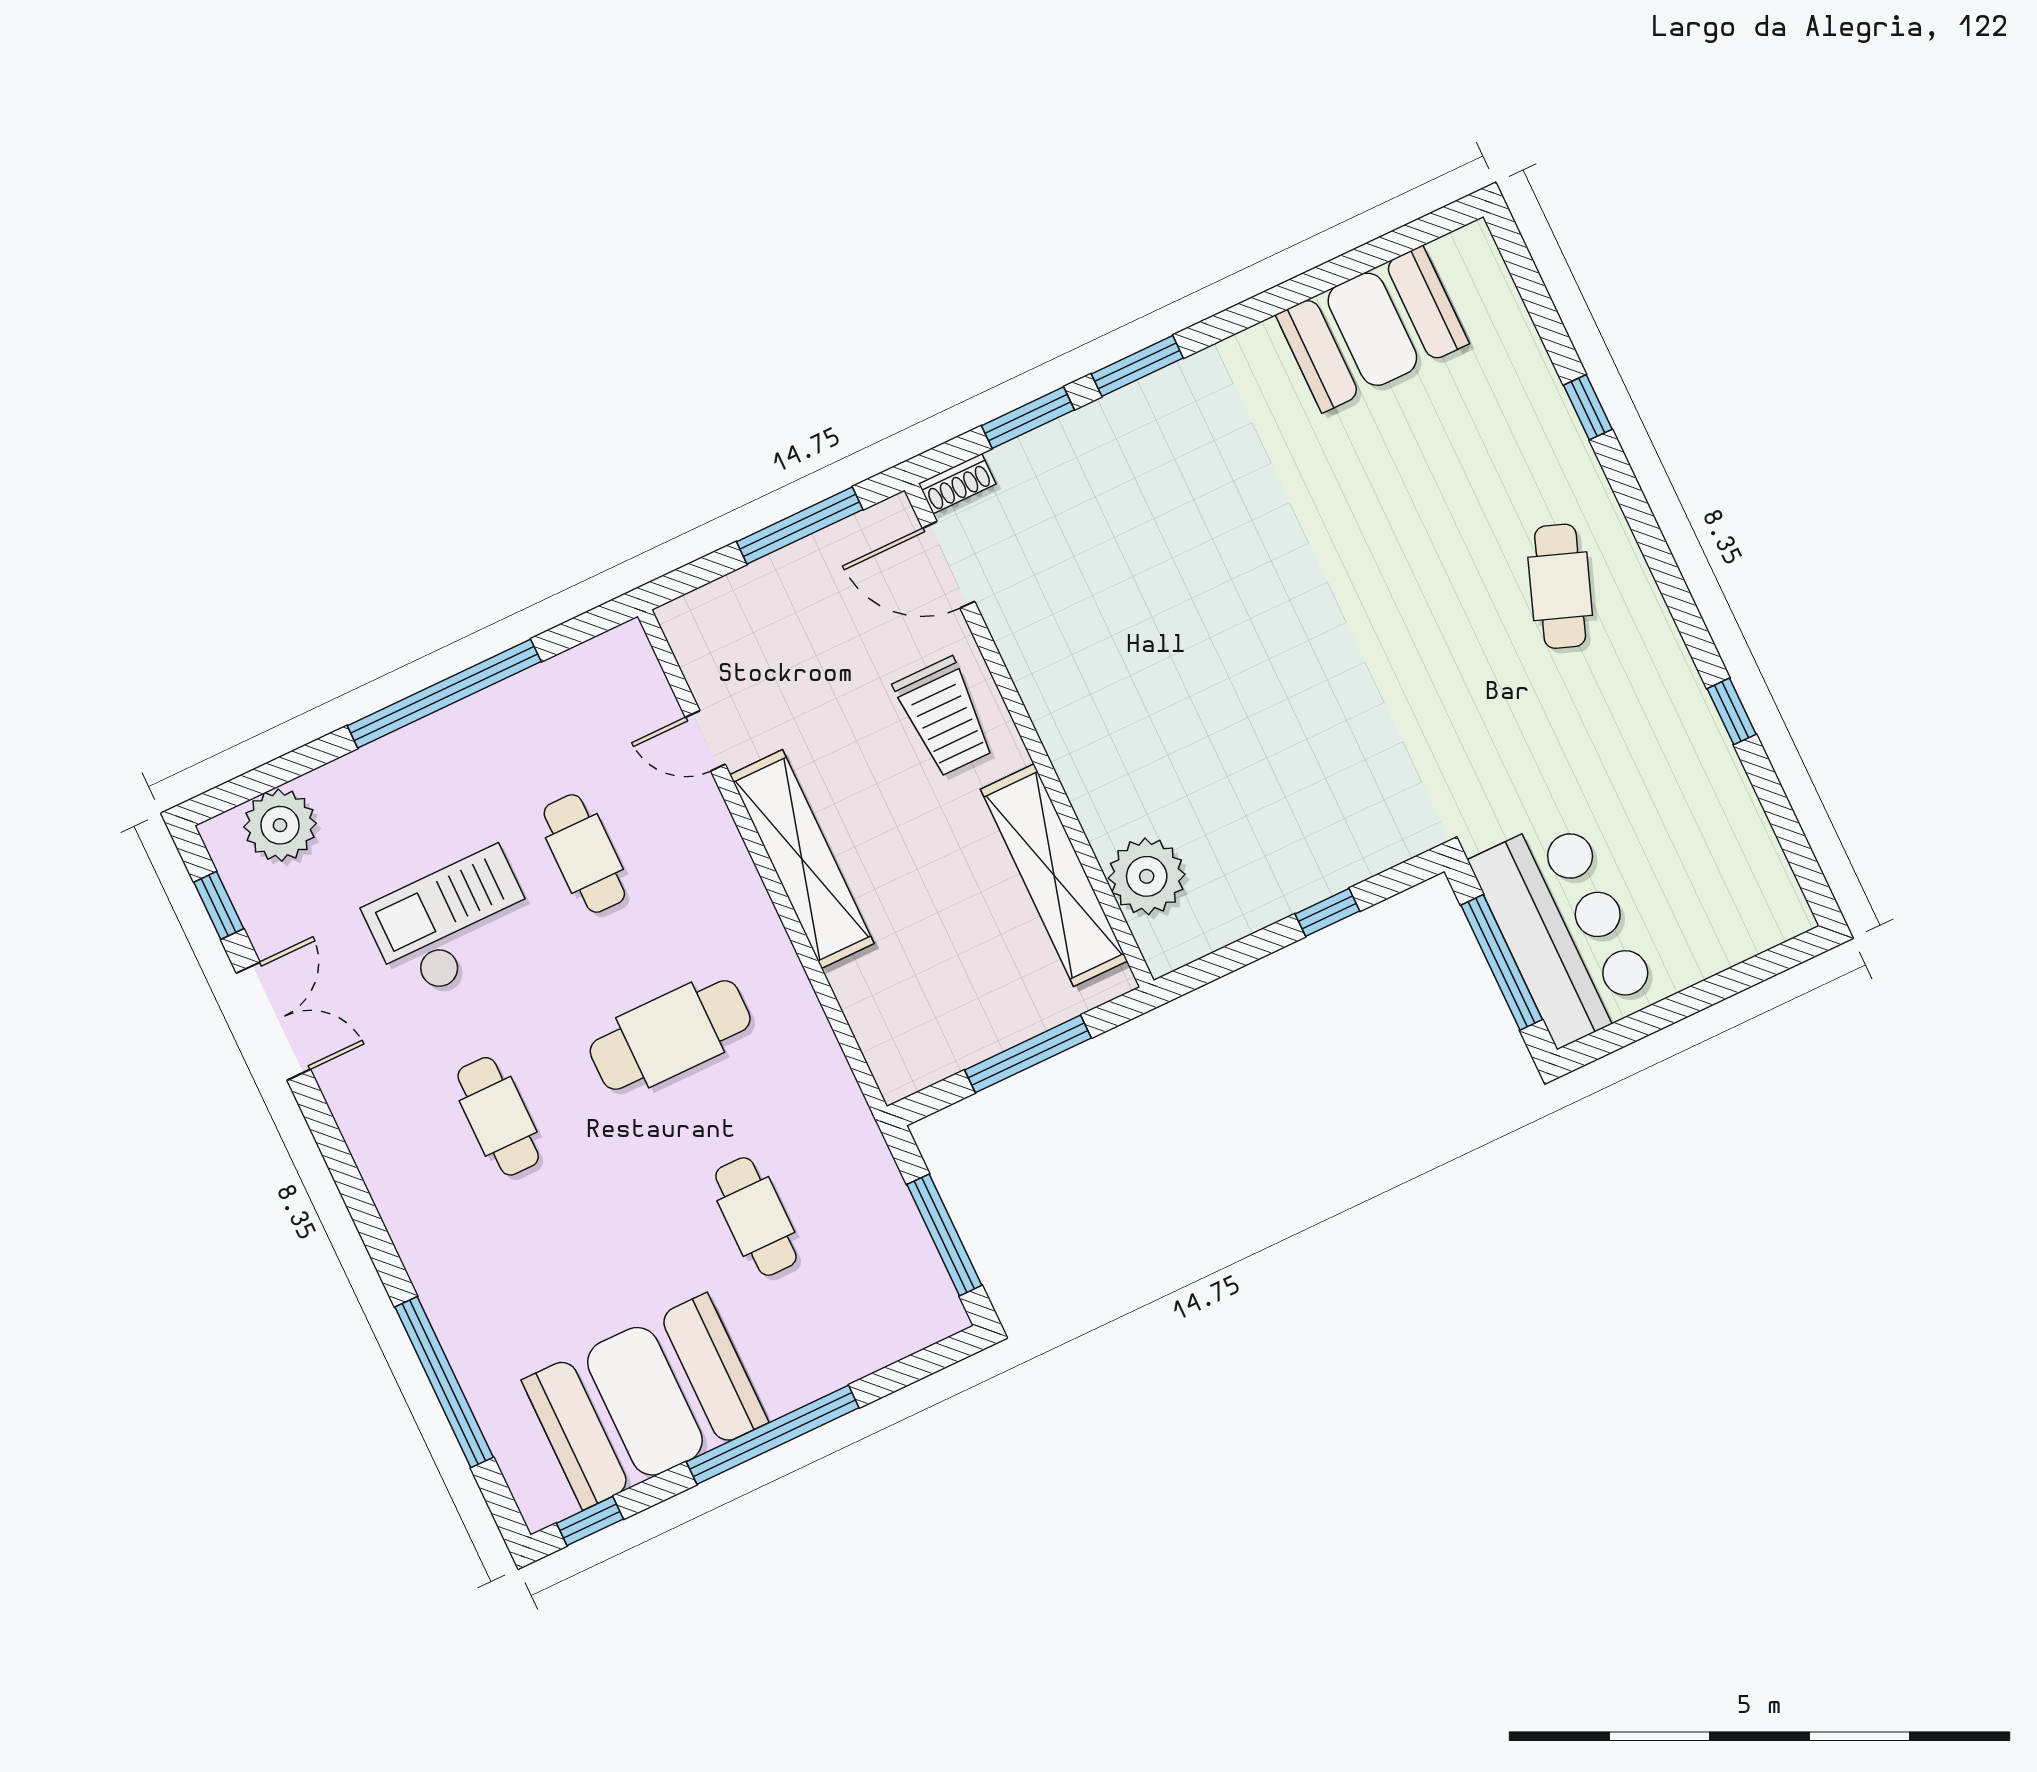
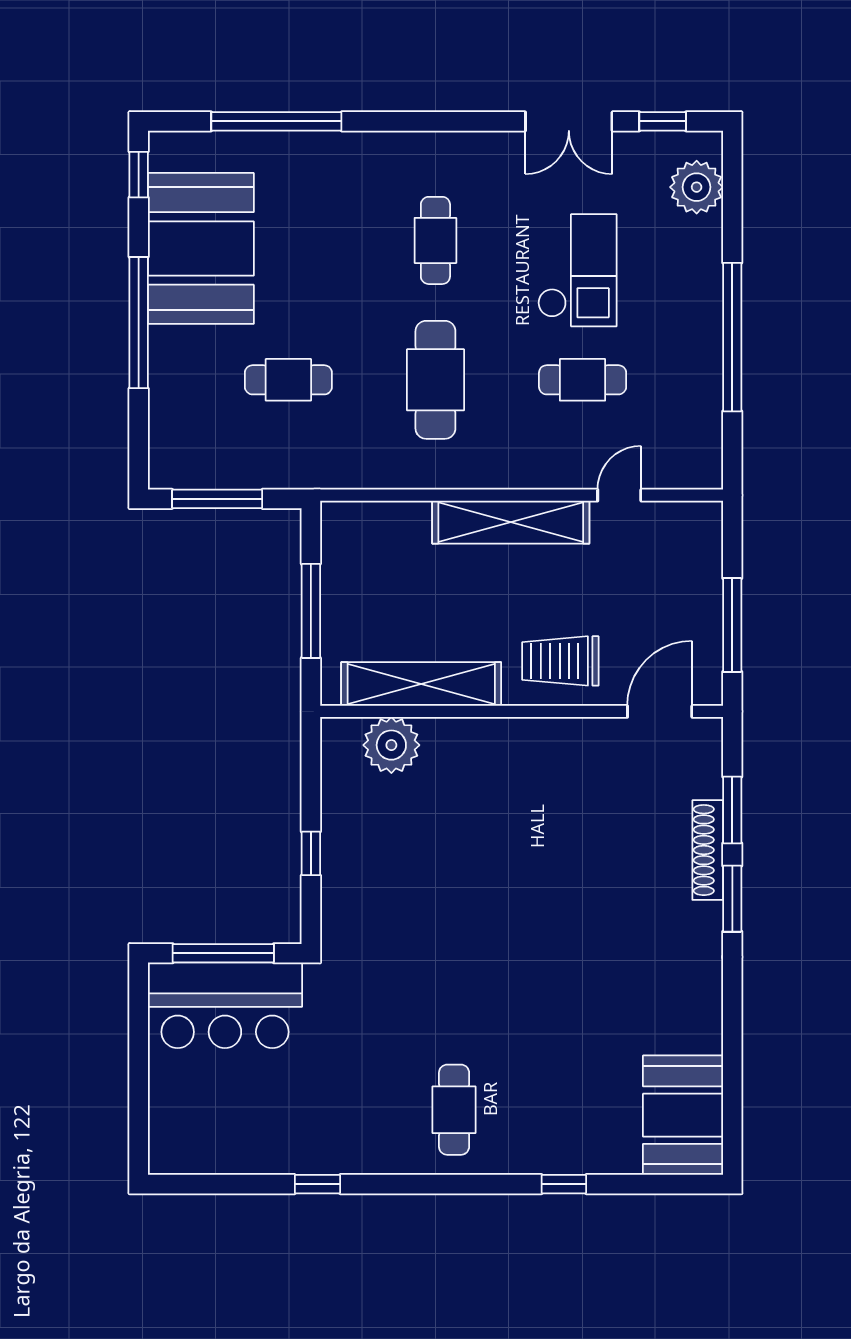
booth: (1372, 329) -> (683, 1115), moved
shoe rack: (957, 484) -> (708, 850), moved, width x1.94, depth x1.24
cafe table: (1560, 586) -> (454, 1110), turned 70
cafe table: (498, 1116) -> (435, 240), turned 90

